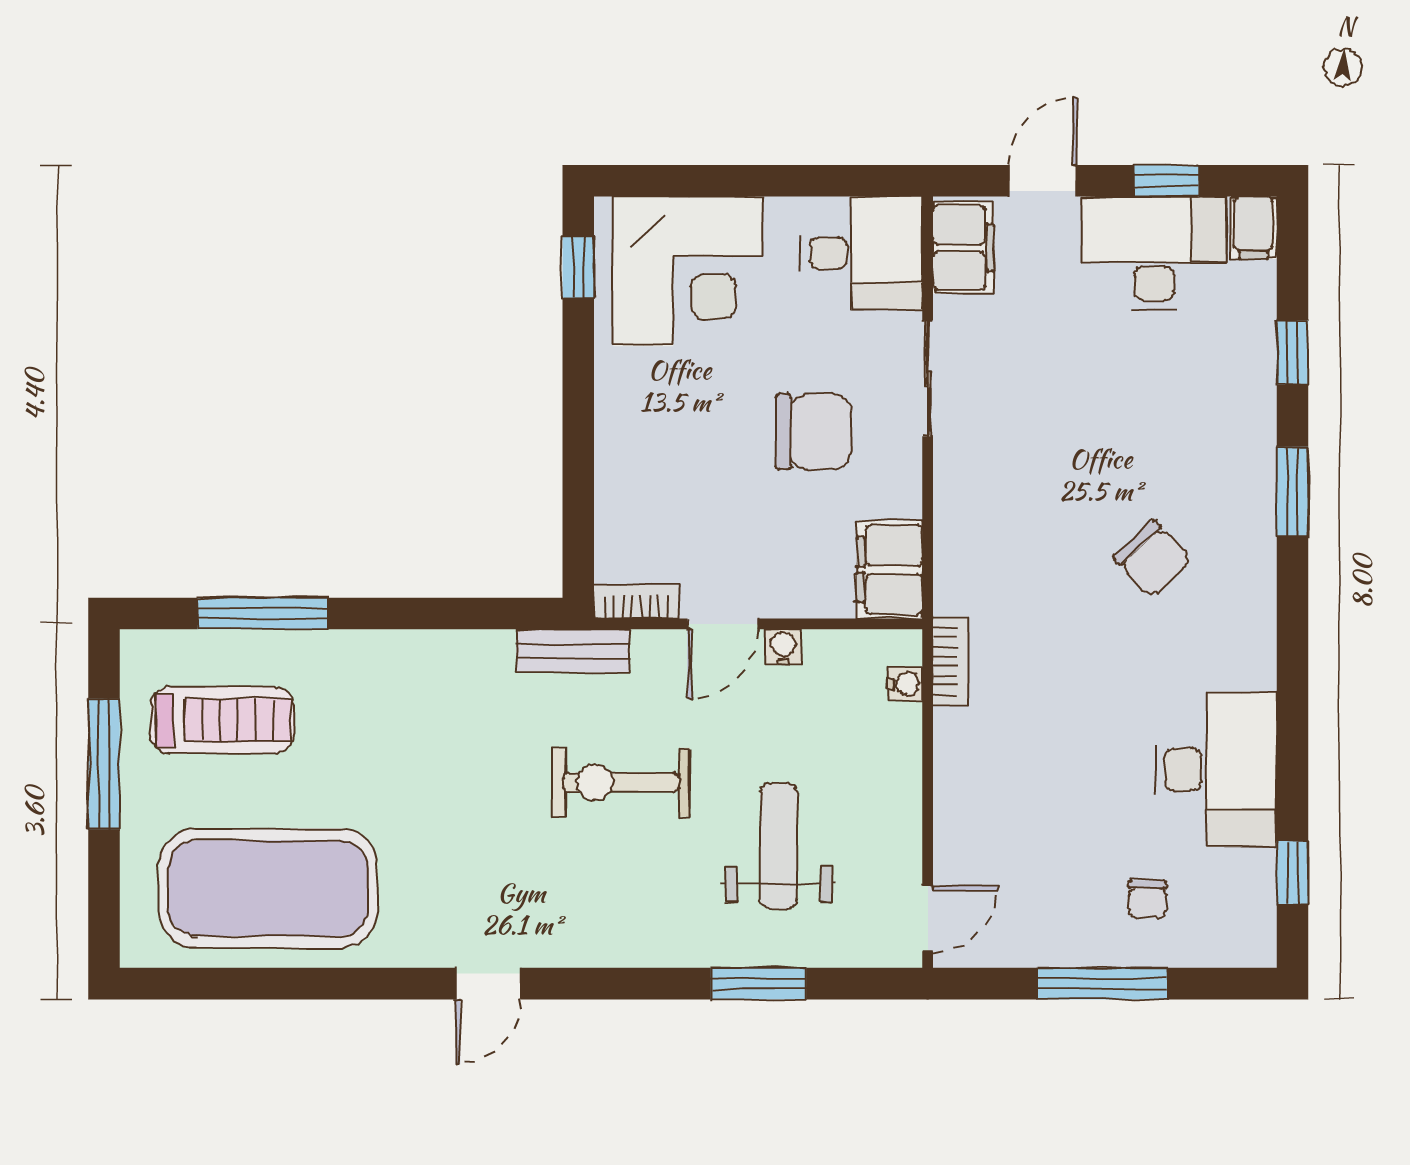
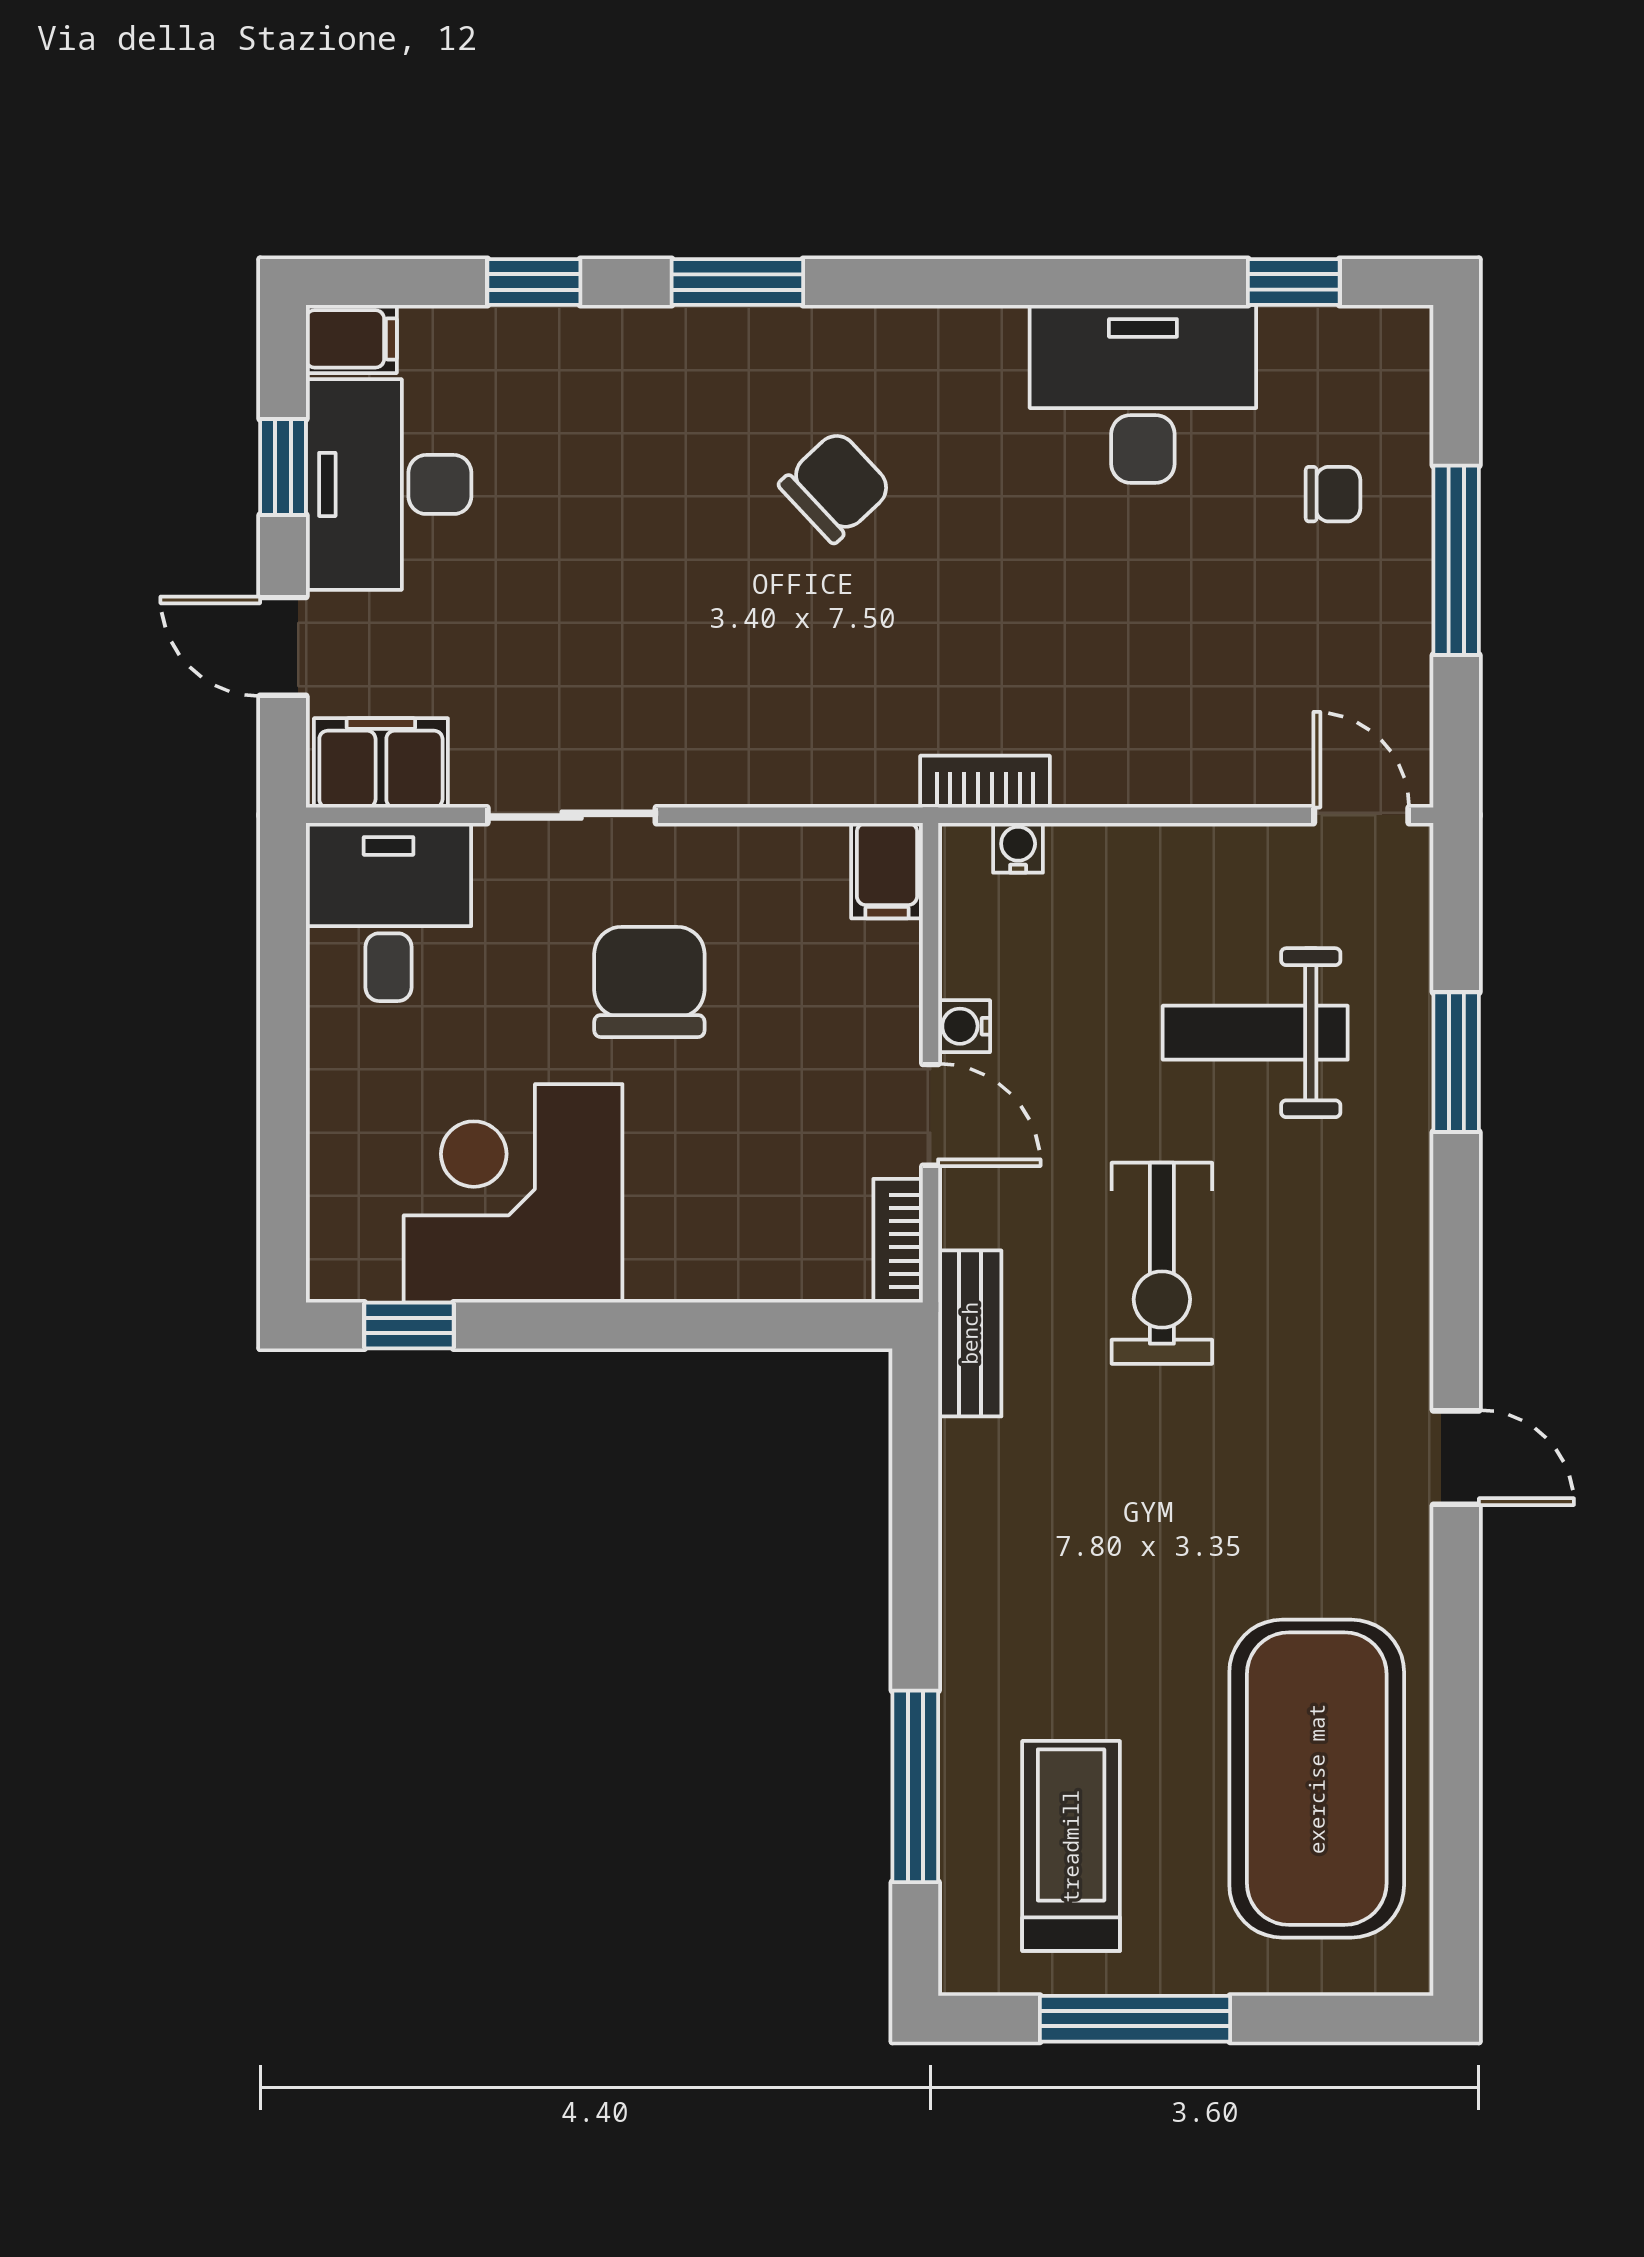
corner desk: (688, 271) -> (513, 1193), moved, turned -90
filing cabinet: (890, 570) -> (887, 871), width x0.50

